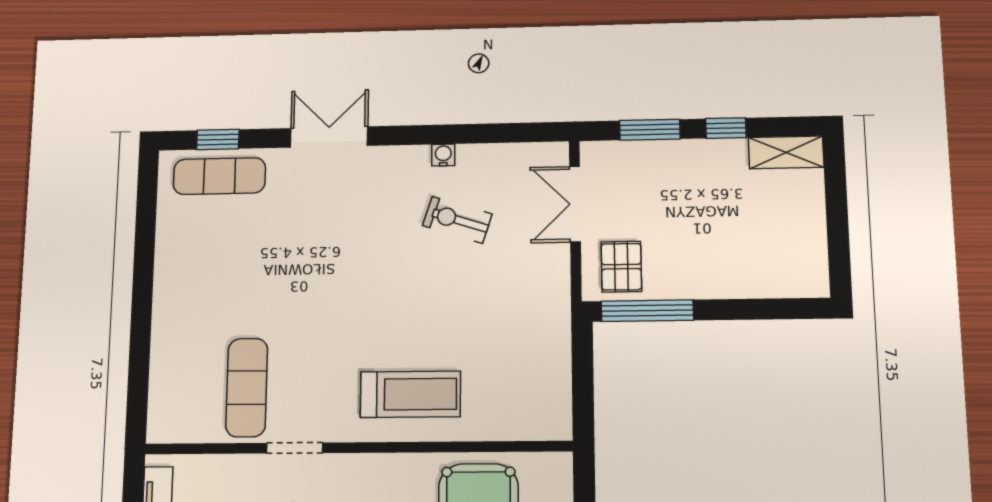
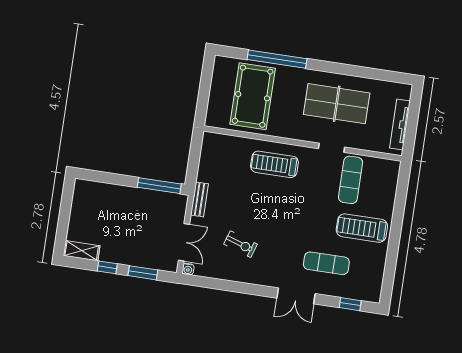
water cooler: (443, 155) -> (188, 269), moved
exercise mat: (219, 176) -> (326, 263), moved
pallet: (621, 267) -> (168, 208), removed
treadmill: (212, 293) -> (362, 228), added
bench: (557, 296) -> (199, 199), added

